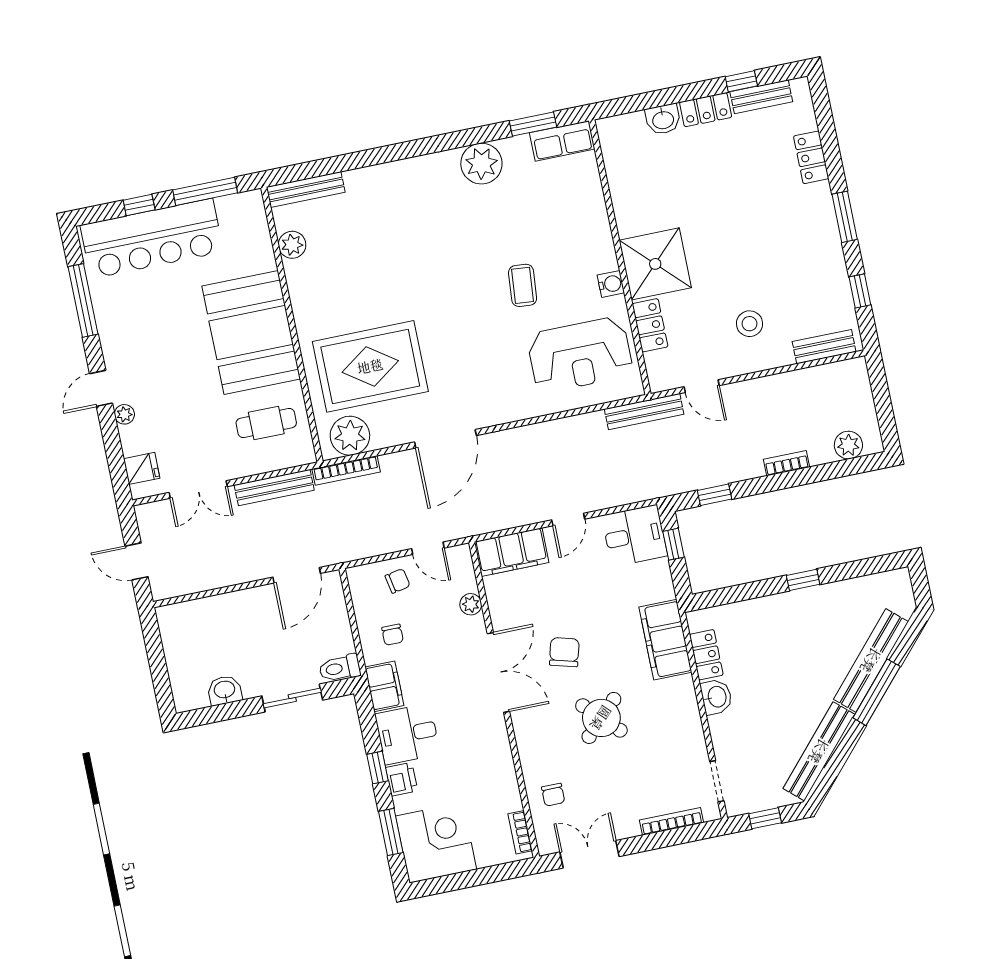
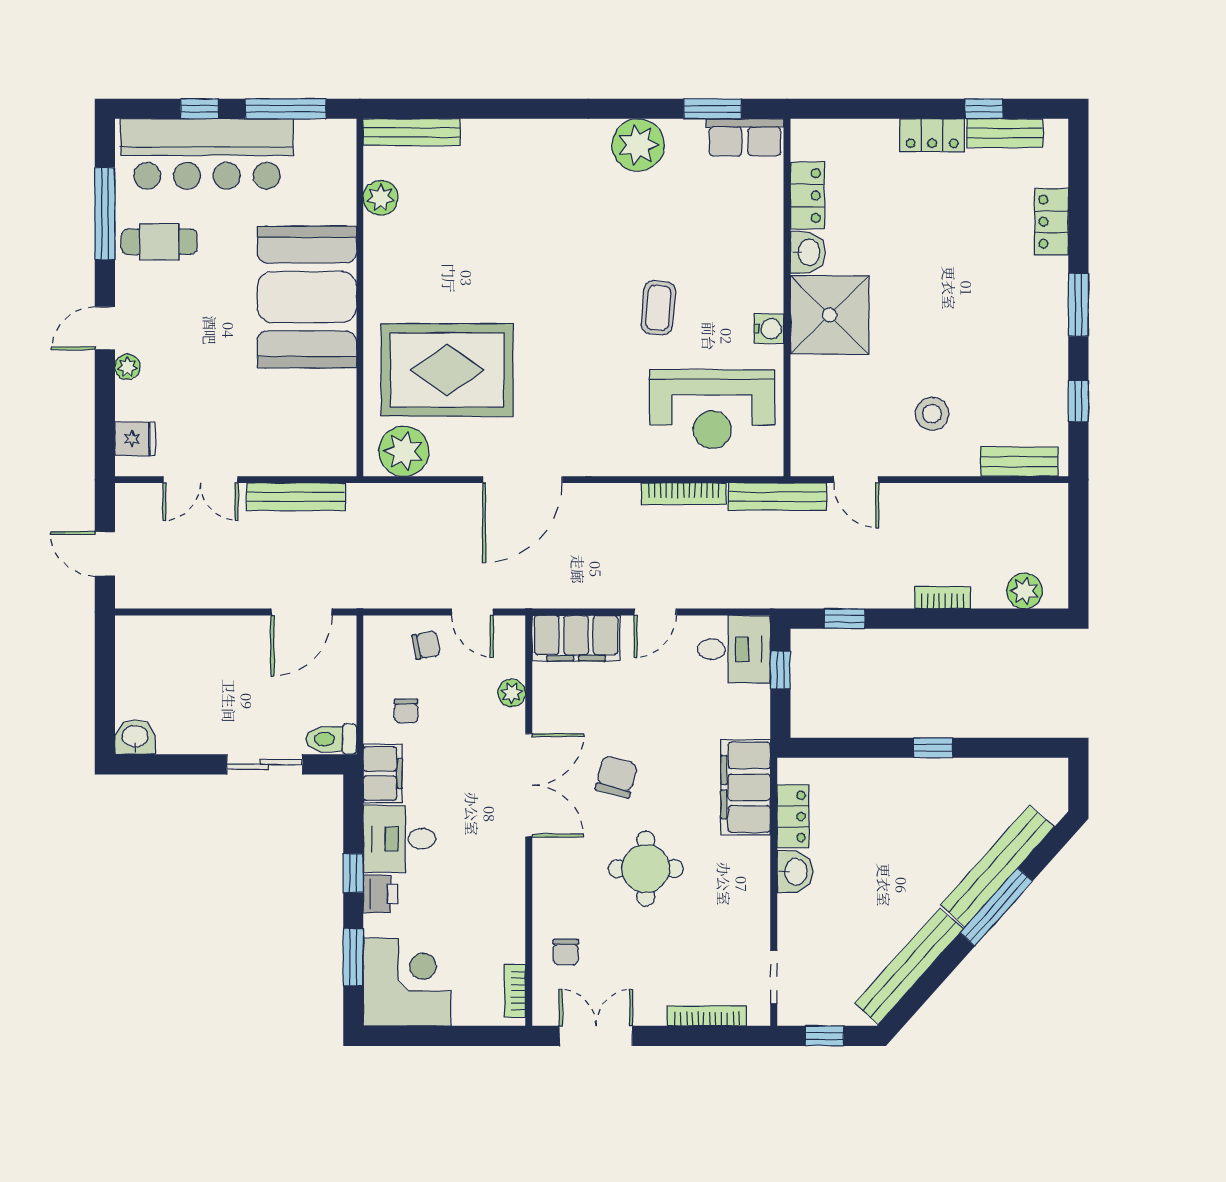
washbasin: (663, 119) -> (808, 252), moved, turned -90
locker: (650, 325) -> (807, 195), moved
cafe table: (266, 423) -> (159, 242), moved
bookcase: (346, 470) -> (684, 494), moved
washbasin: (225, 690) -> (135, 737), moved
round table: (601, 718) -> (646, 869), turned 45

